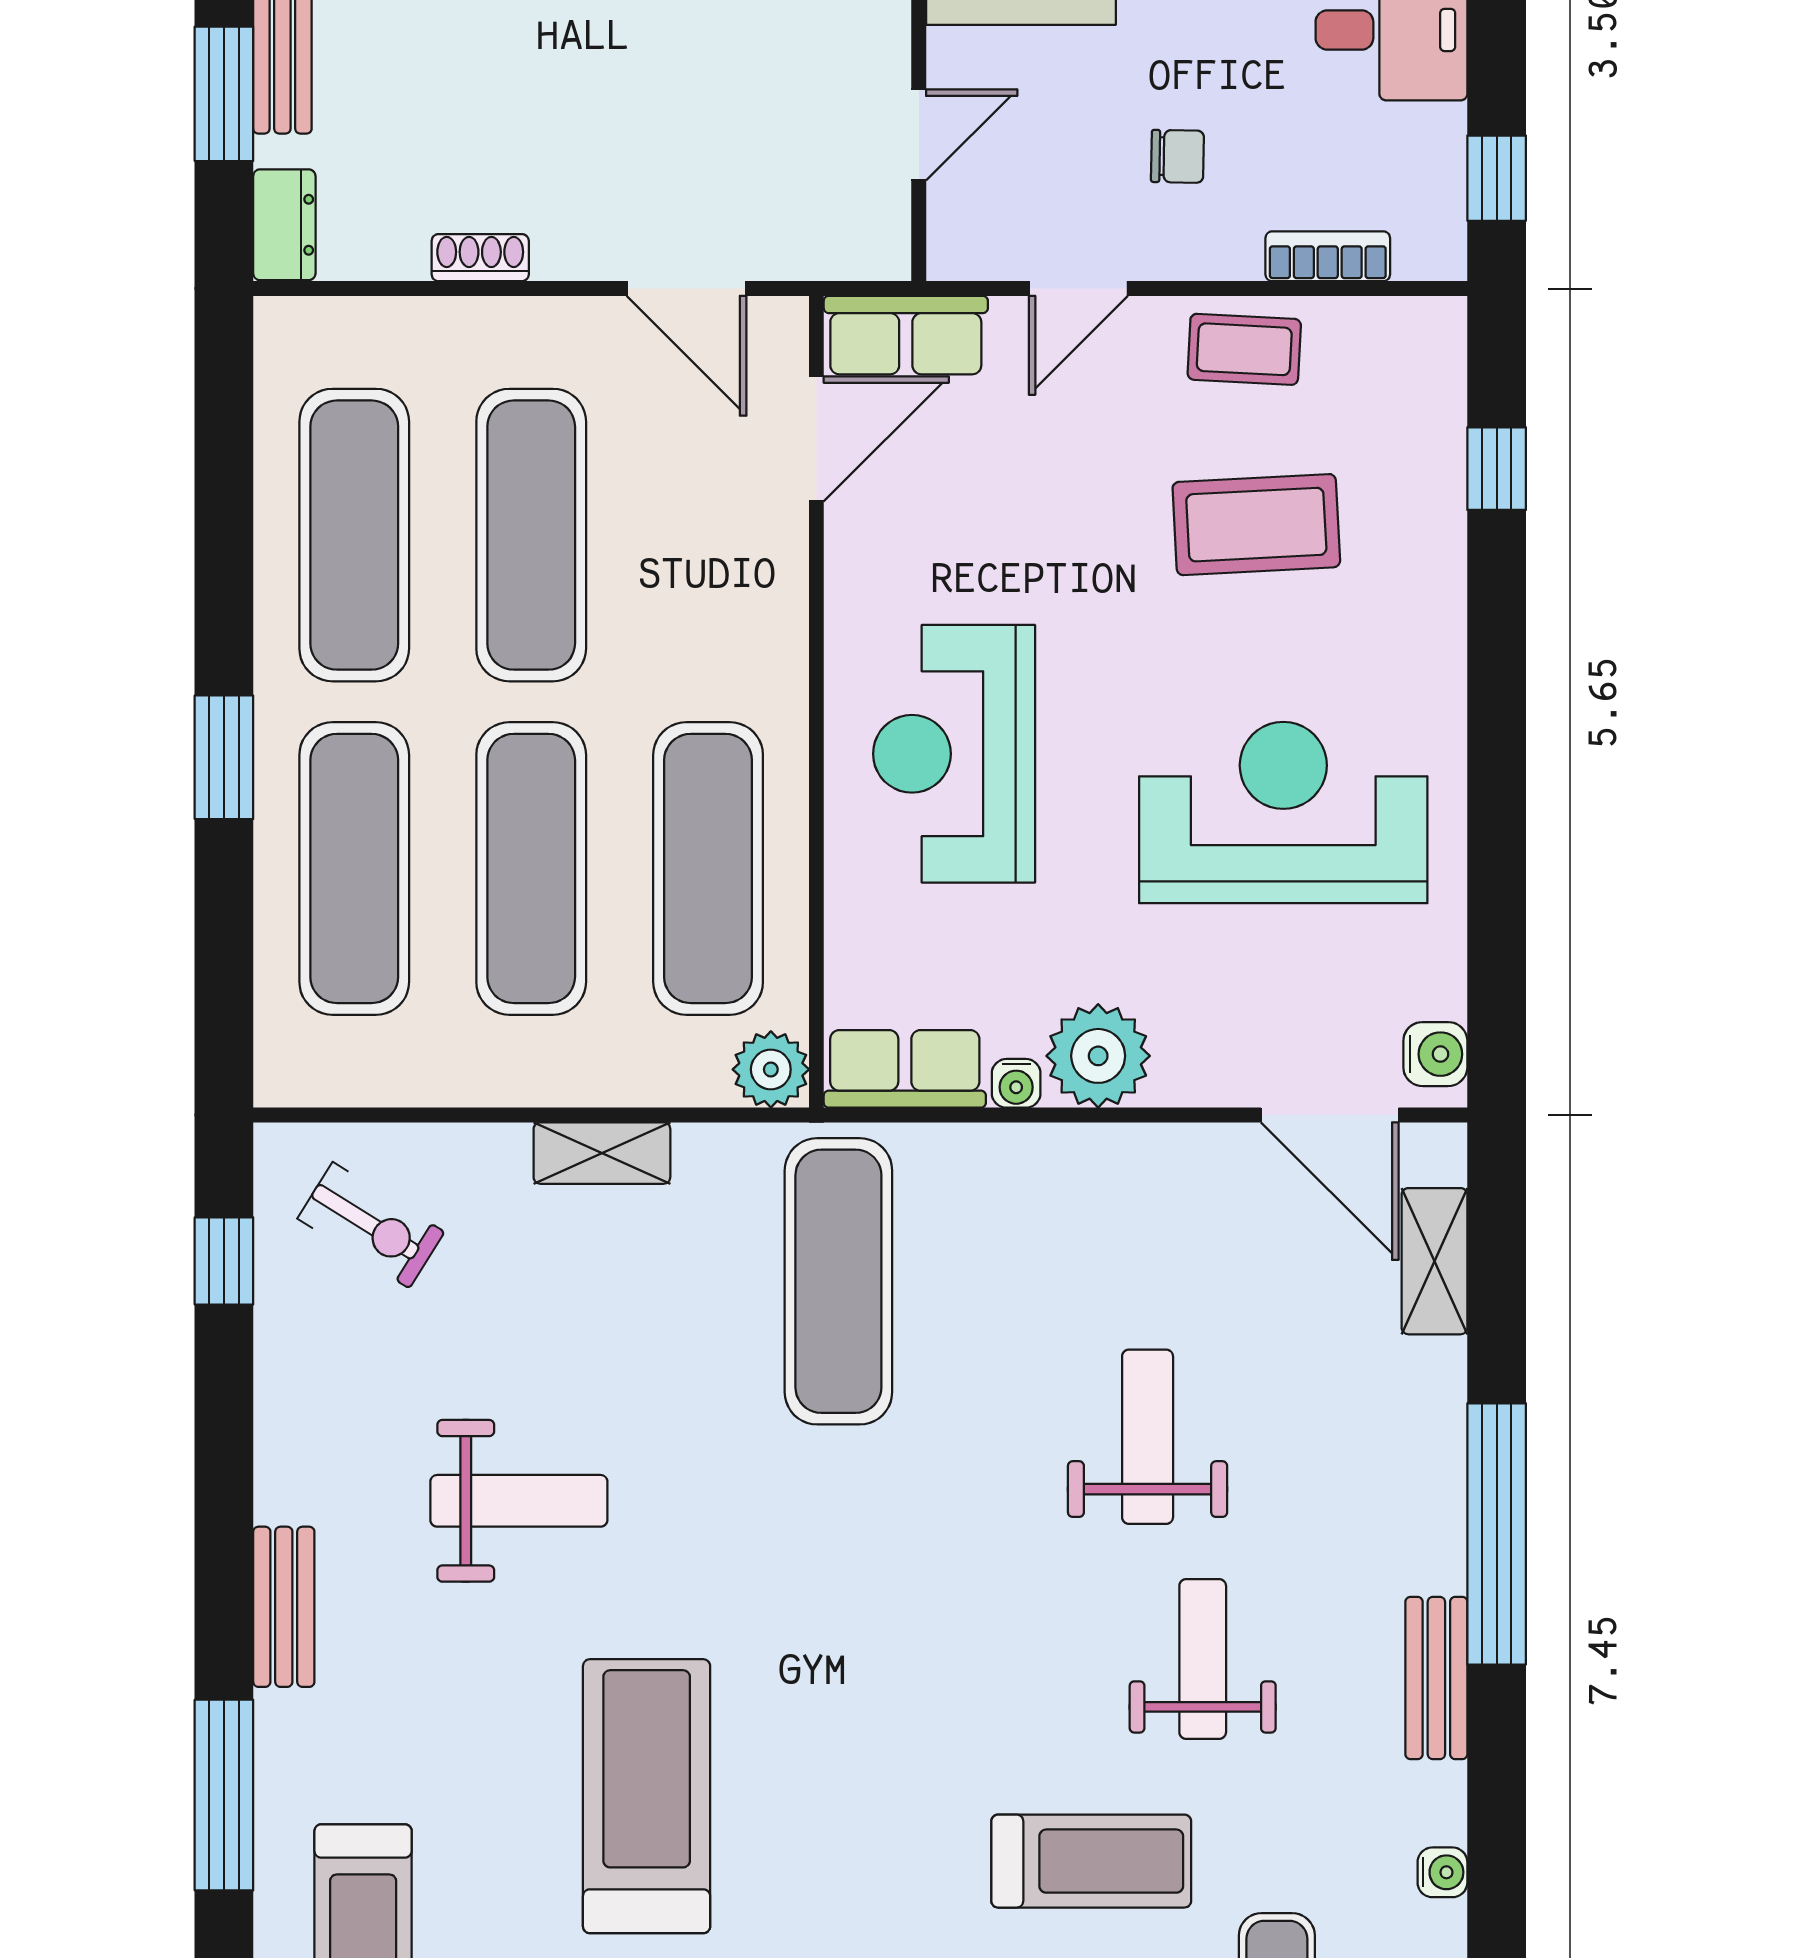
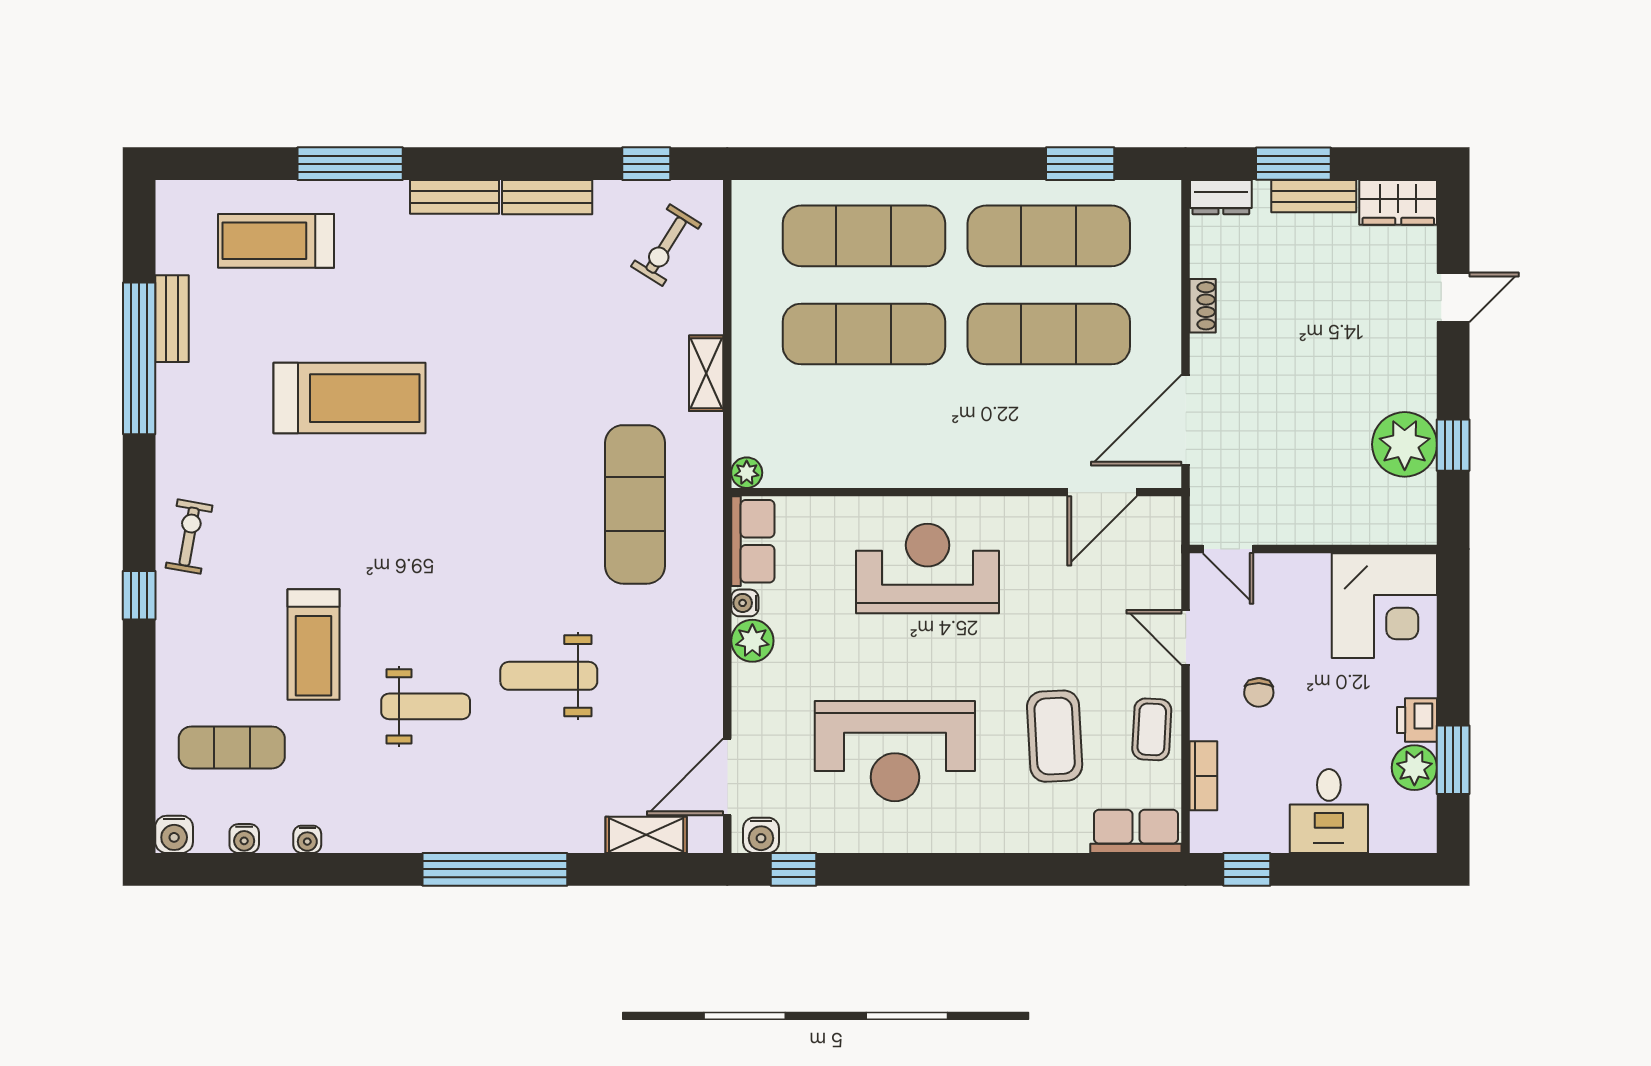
door: (919, 135) -> (1228, 549), moved
door: (686, 289) -> (1186, 420), width x1.36
row of seats: (906, 335) -> (1136, 831), moved, turned 90
door: (816, 439) -> (1102, 492), hinge flipped
window: (1497, 469) -> (793, 869), moved
window: (224, 757) -> (1080, 164), moved
reception desk: (1283, 813) -> (895, 751), turned 90
exercise mat: (708, 868) -> (864, 432), removed
plant: (1098, 1056) -> (752, 641), width x0.73, depth x0.73
plant: (771, 1069) -> (747, 473), width x0.73, depth x0.73
exercise mat: (838, 1281) -> (635, 504), turned 90
weight bench: (1148, 1437) -> (549, 676), turned 180
weight bench: (519, 1501) -> (513, 327), removed
bench: (1436, 1678) -> (547, 197), moved

